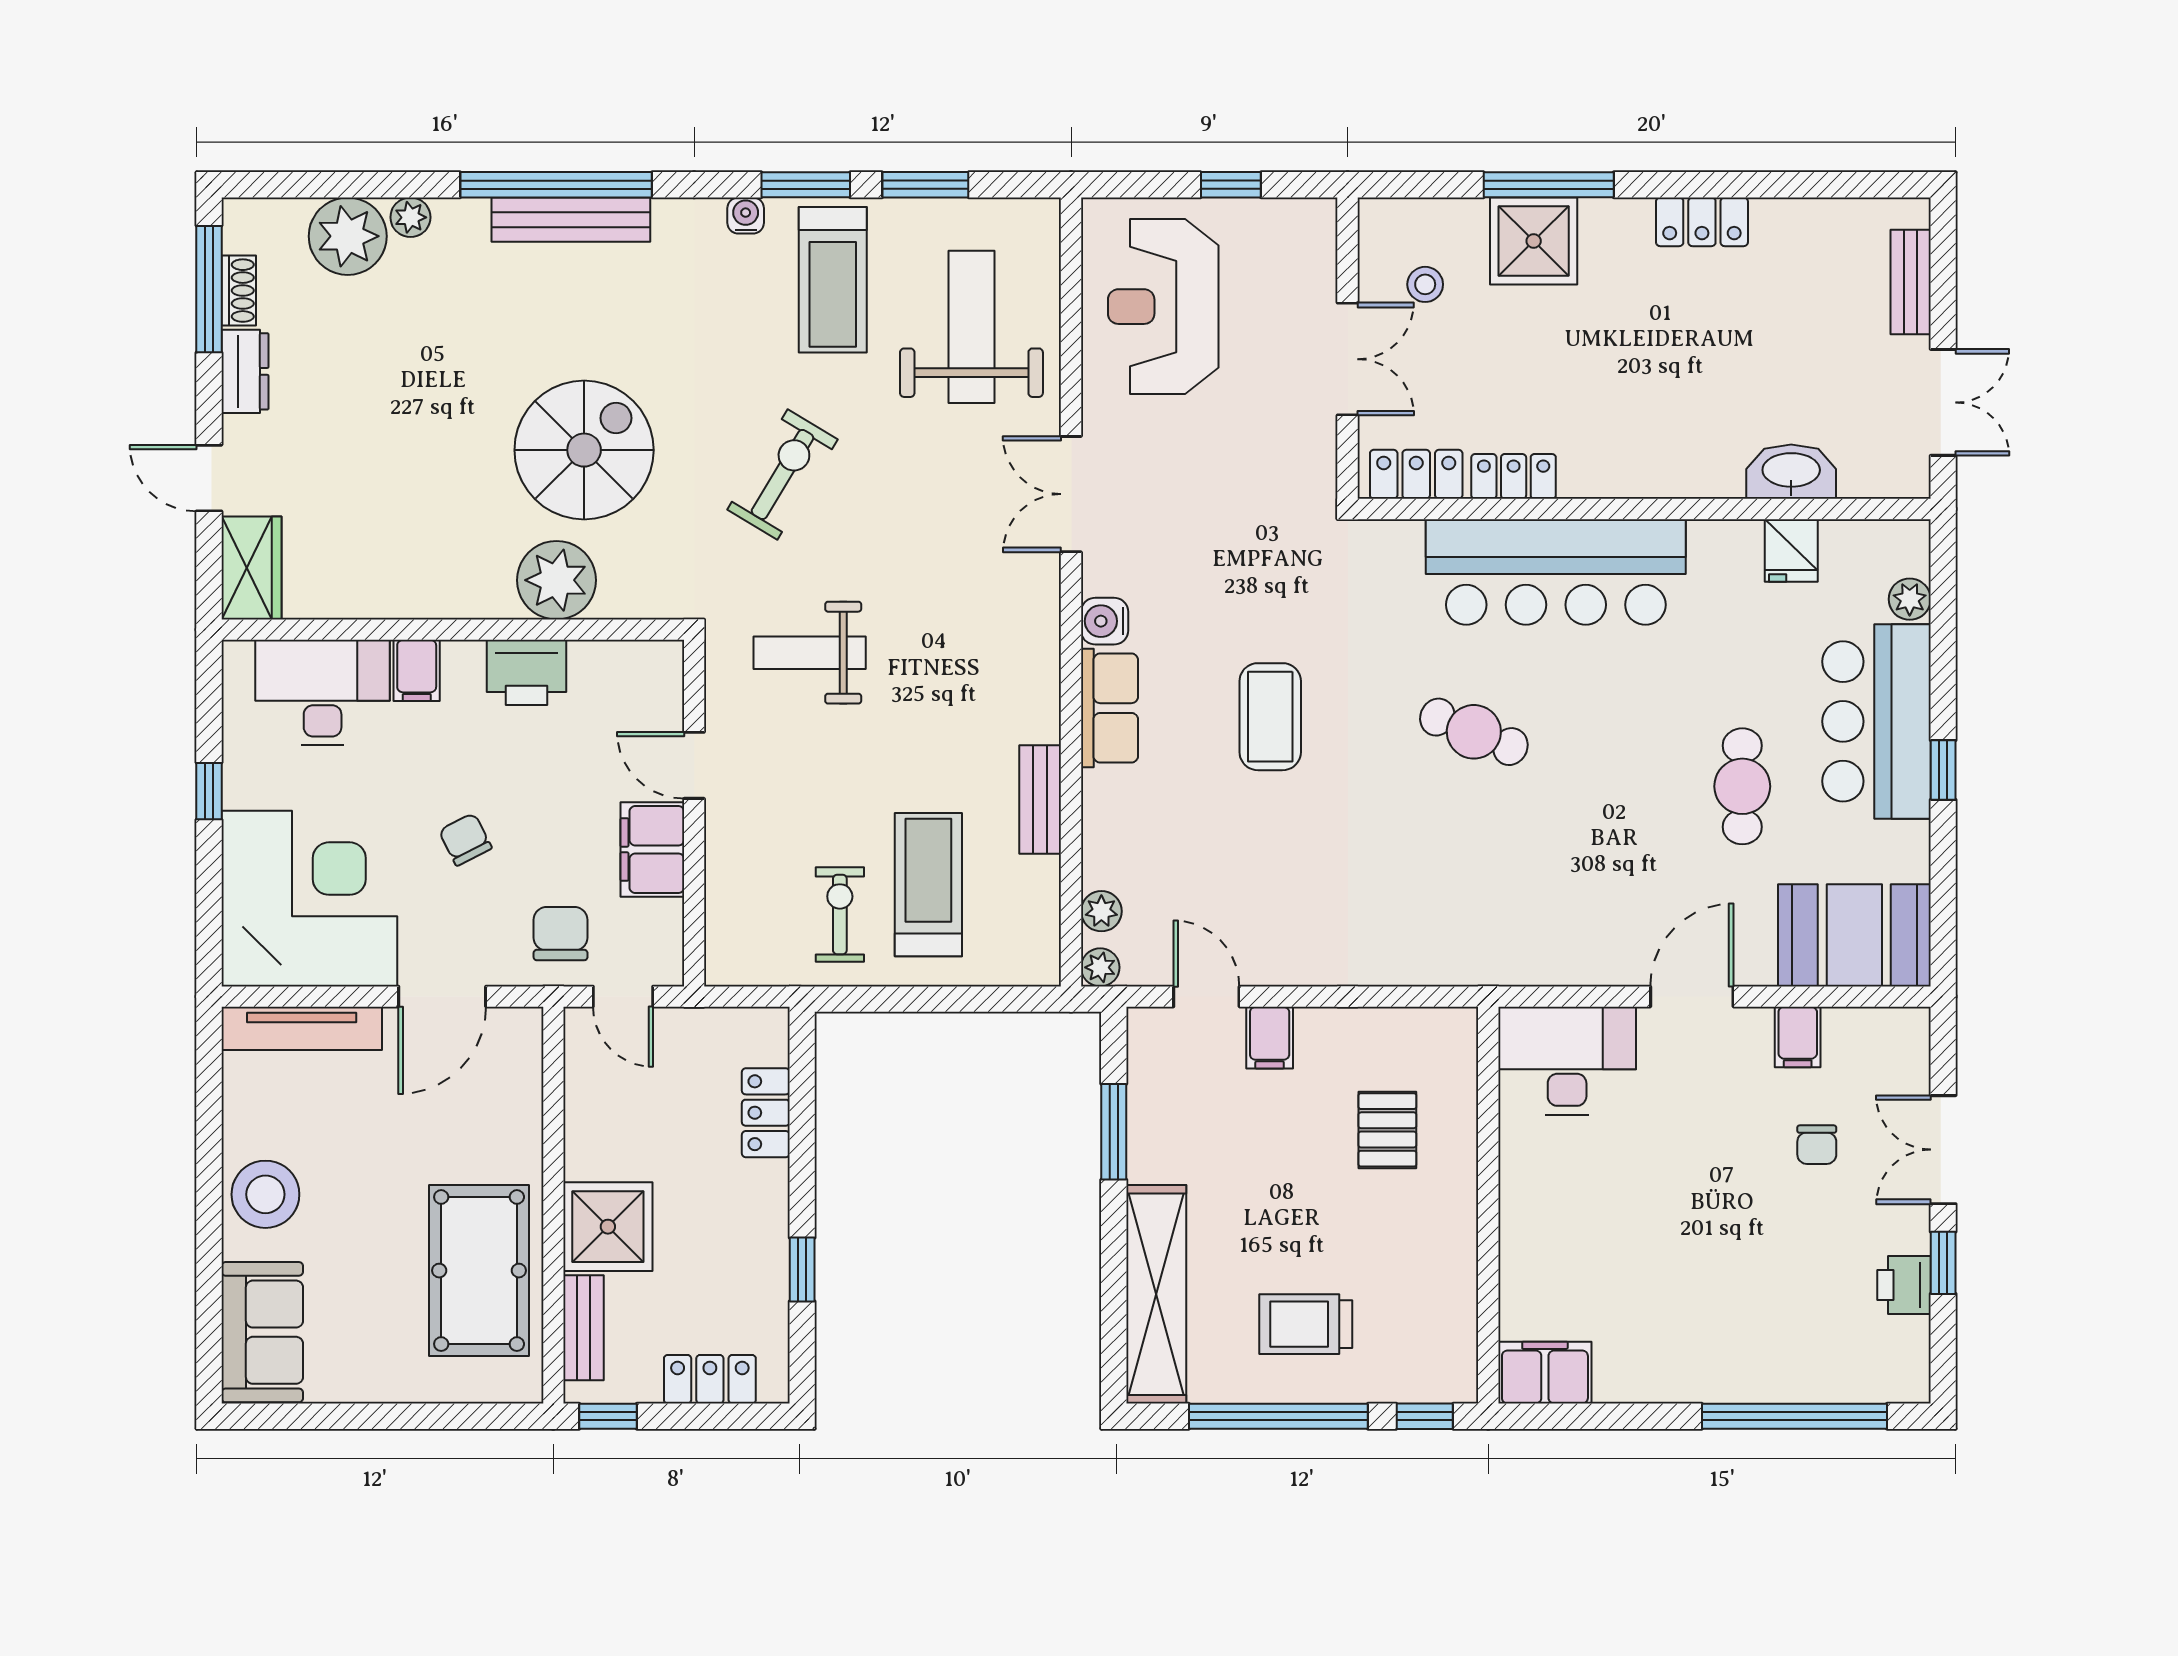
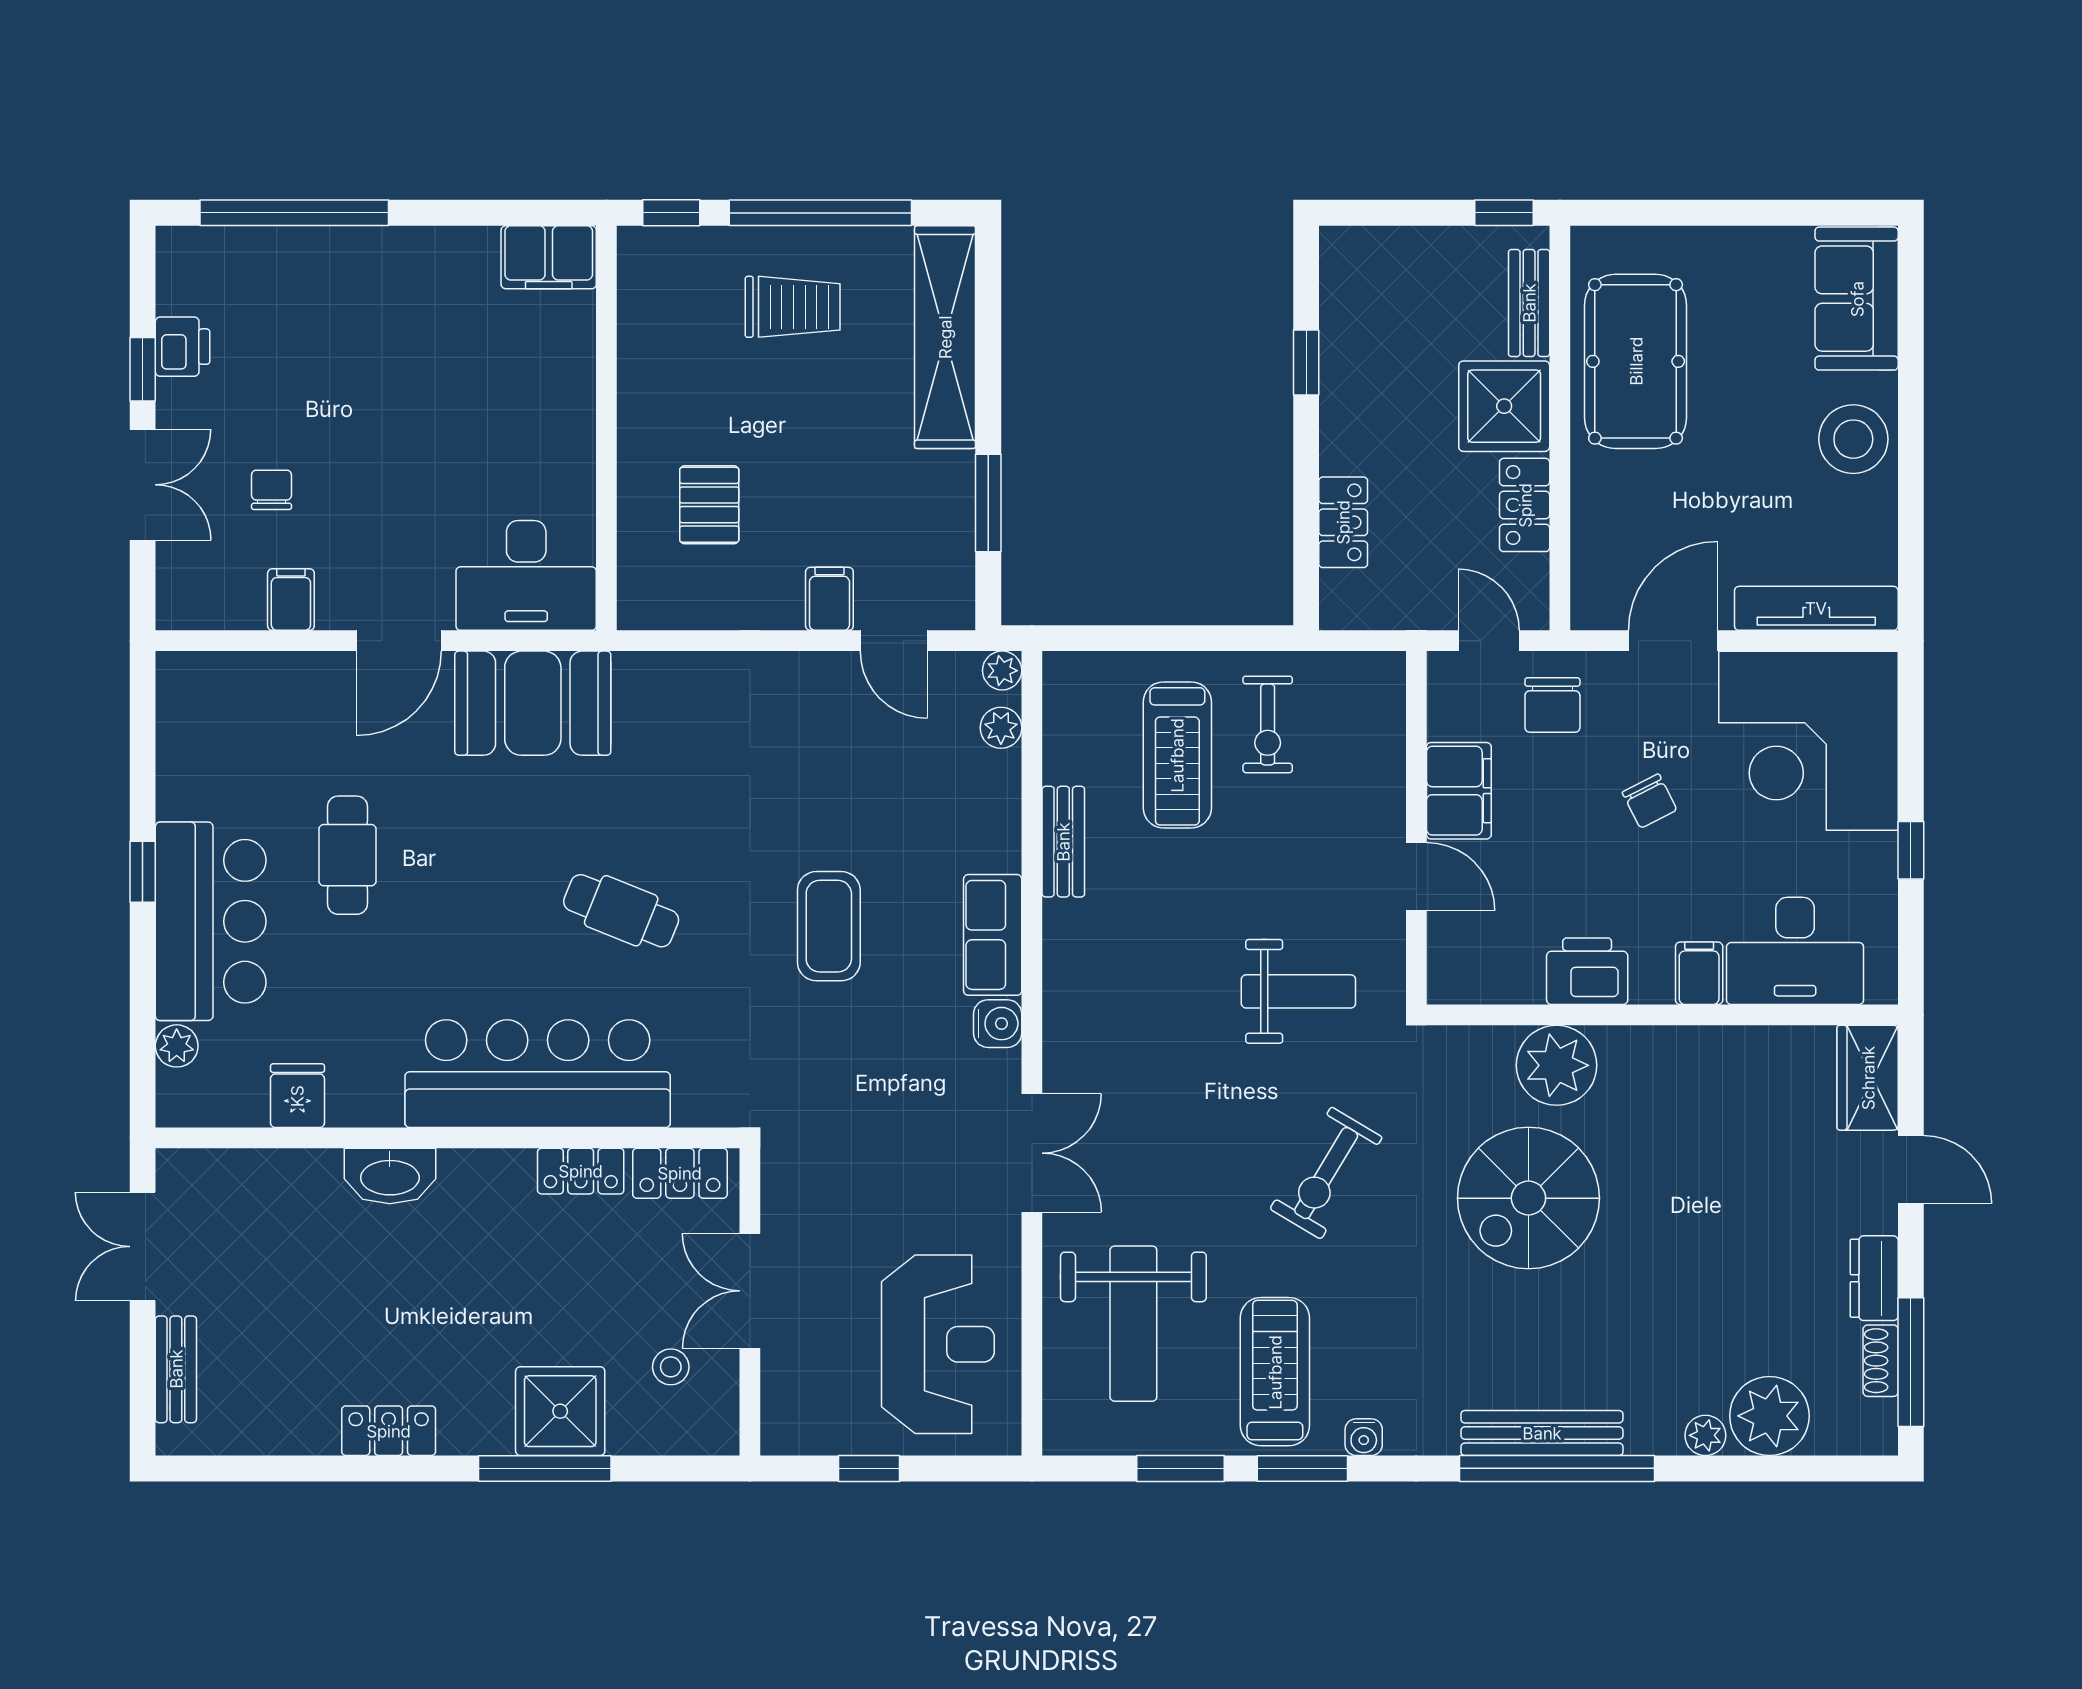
washbasin: (1791, 472) -> (390, 1176), moved
booth: (1854, 935) -> (533, 703), moved
locker: (710, 1379) -> (1525, 505), moved, turned 90

